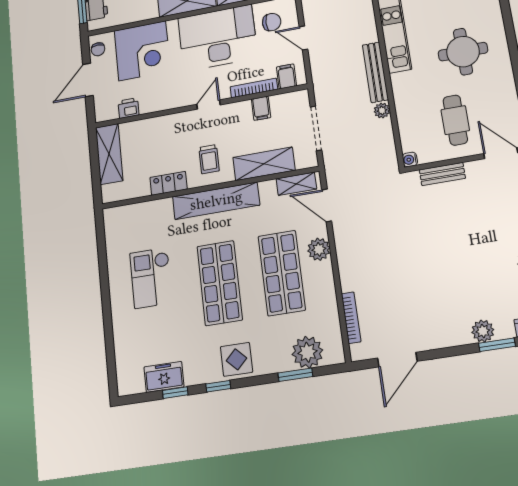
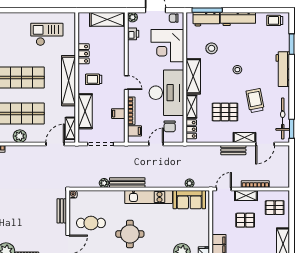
plant: (102, 114) -> (132, 17), added
plant: (319, 249) -> (20, 136), moved
checkout: (151, 278) -> (47, 34), moved

